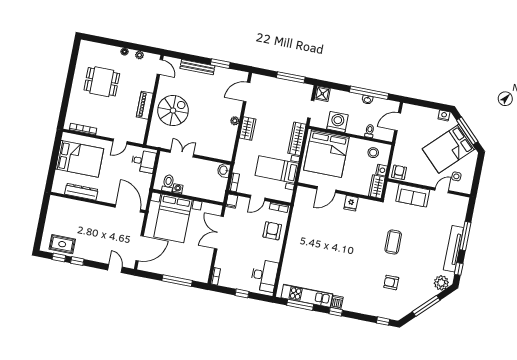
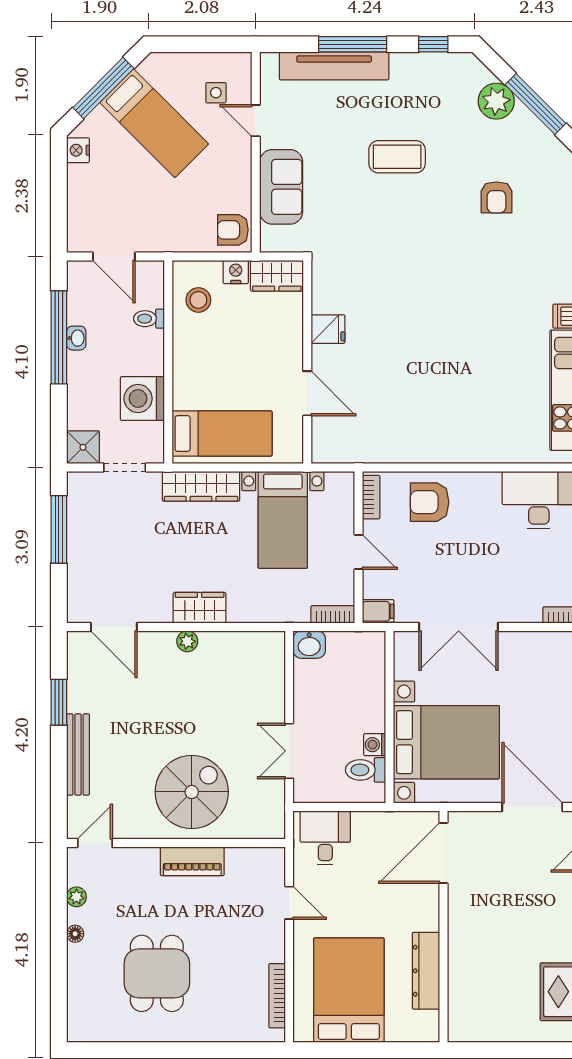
spiral stairs: (173, 111) -> (192, 792), turned 90
bed: (449, 149) -> (154, 123), width x0.67
bed: (326, 154) -> (222, 433), width x0.49
coffee table: (393, 242) -> (397, 157), moved
tv unit: (453, 249) -> (334, 66), moved
plant: (441, 283) -> (496, 101), moved

